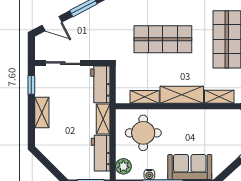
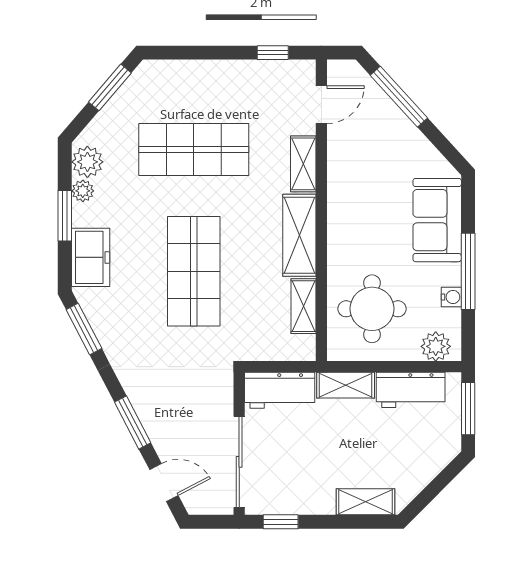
door: (52, 24) -> (164, 482), hinge flipped
sliding door: (63, 63) -> (239, 462), width x1.37
shelving: (42, 112) -> (366, 502), moved

